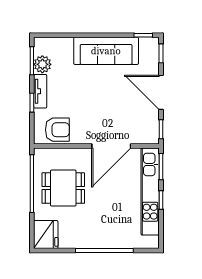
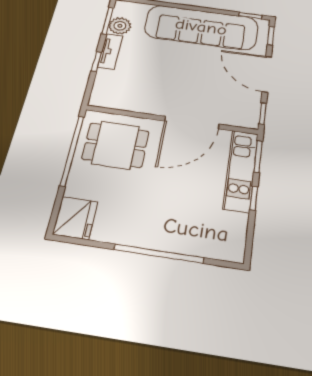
sofa: (106, 51) -> (201, 27), width x1.36, depth x1.27
armchair: (57, 130) -> (123, 94), removed
dining table: (63, 188) -> (116, 145), moved
kitchen unit: (150, 192) -> (241, 170), width x0.73

